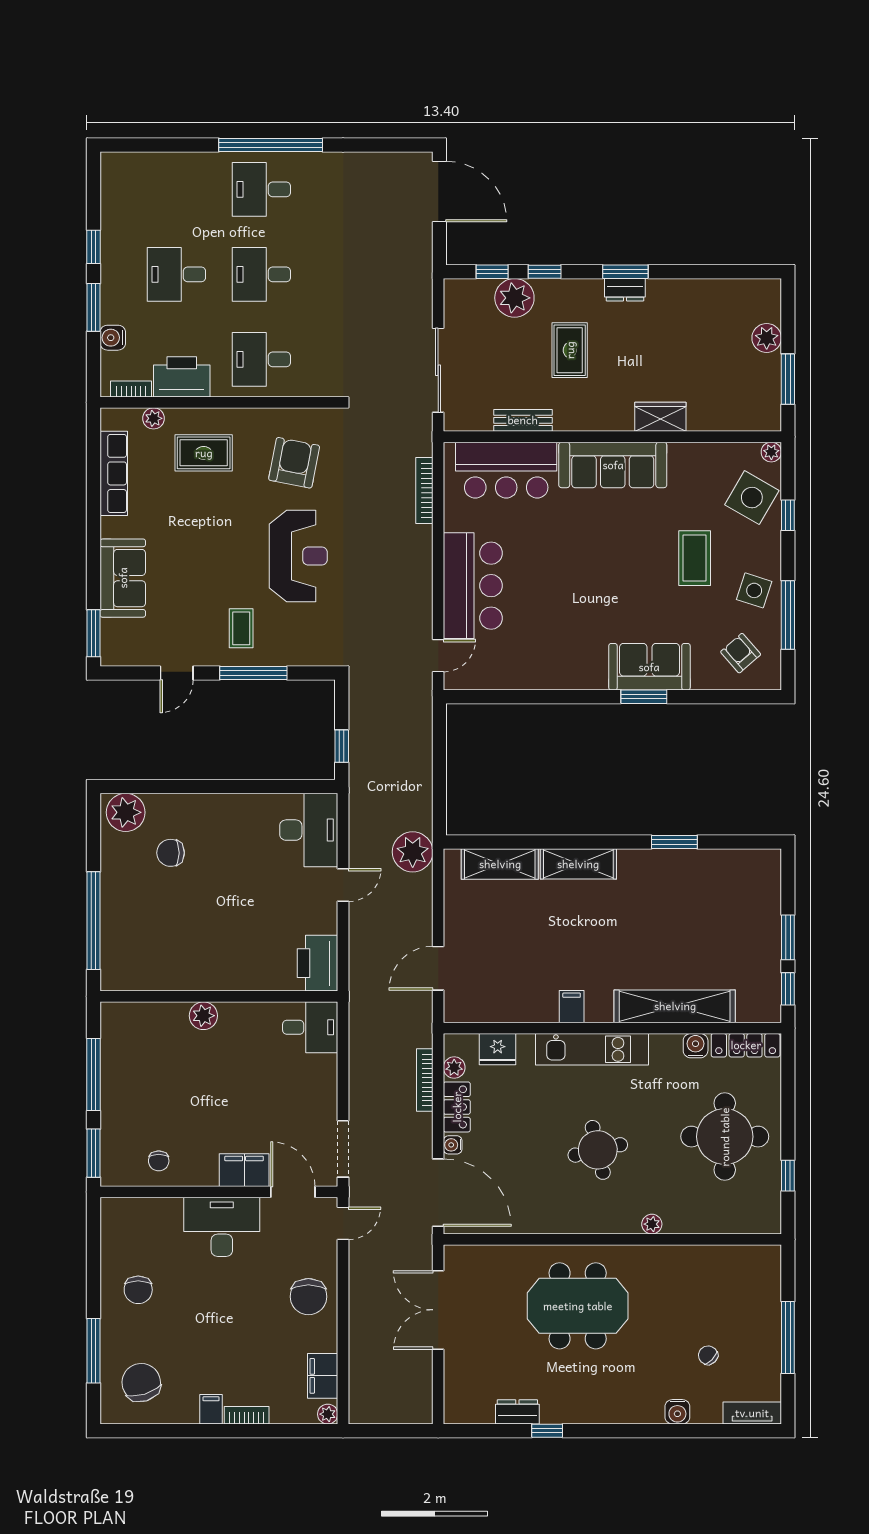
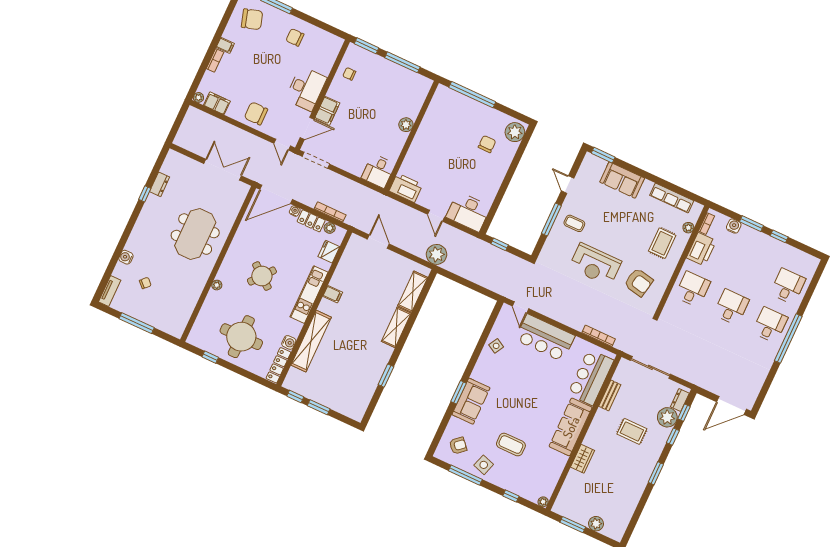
desk: (176, 274) -> (788, 286), moved
dresser: (625, 290) -> (680, 400), moved
side table: (752, 498) -> (496, 346), moved, width x0.54, depth x0.54
round table: (598, 1150) -> (262, 276), turned -38

